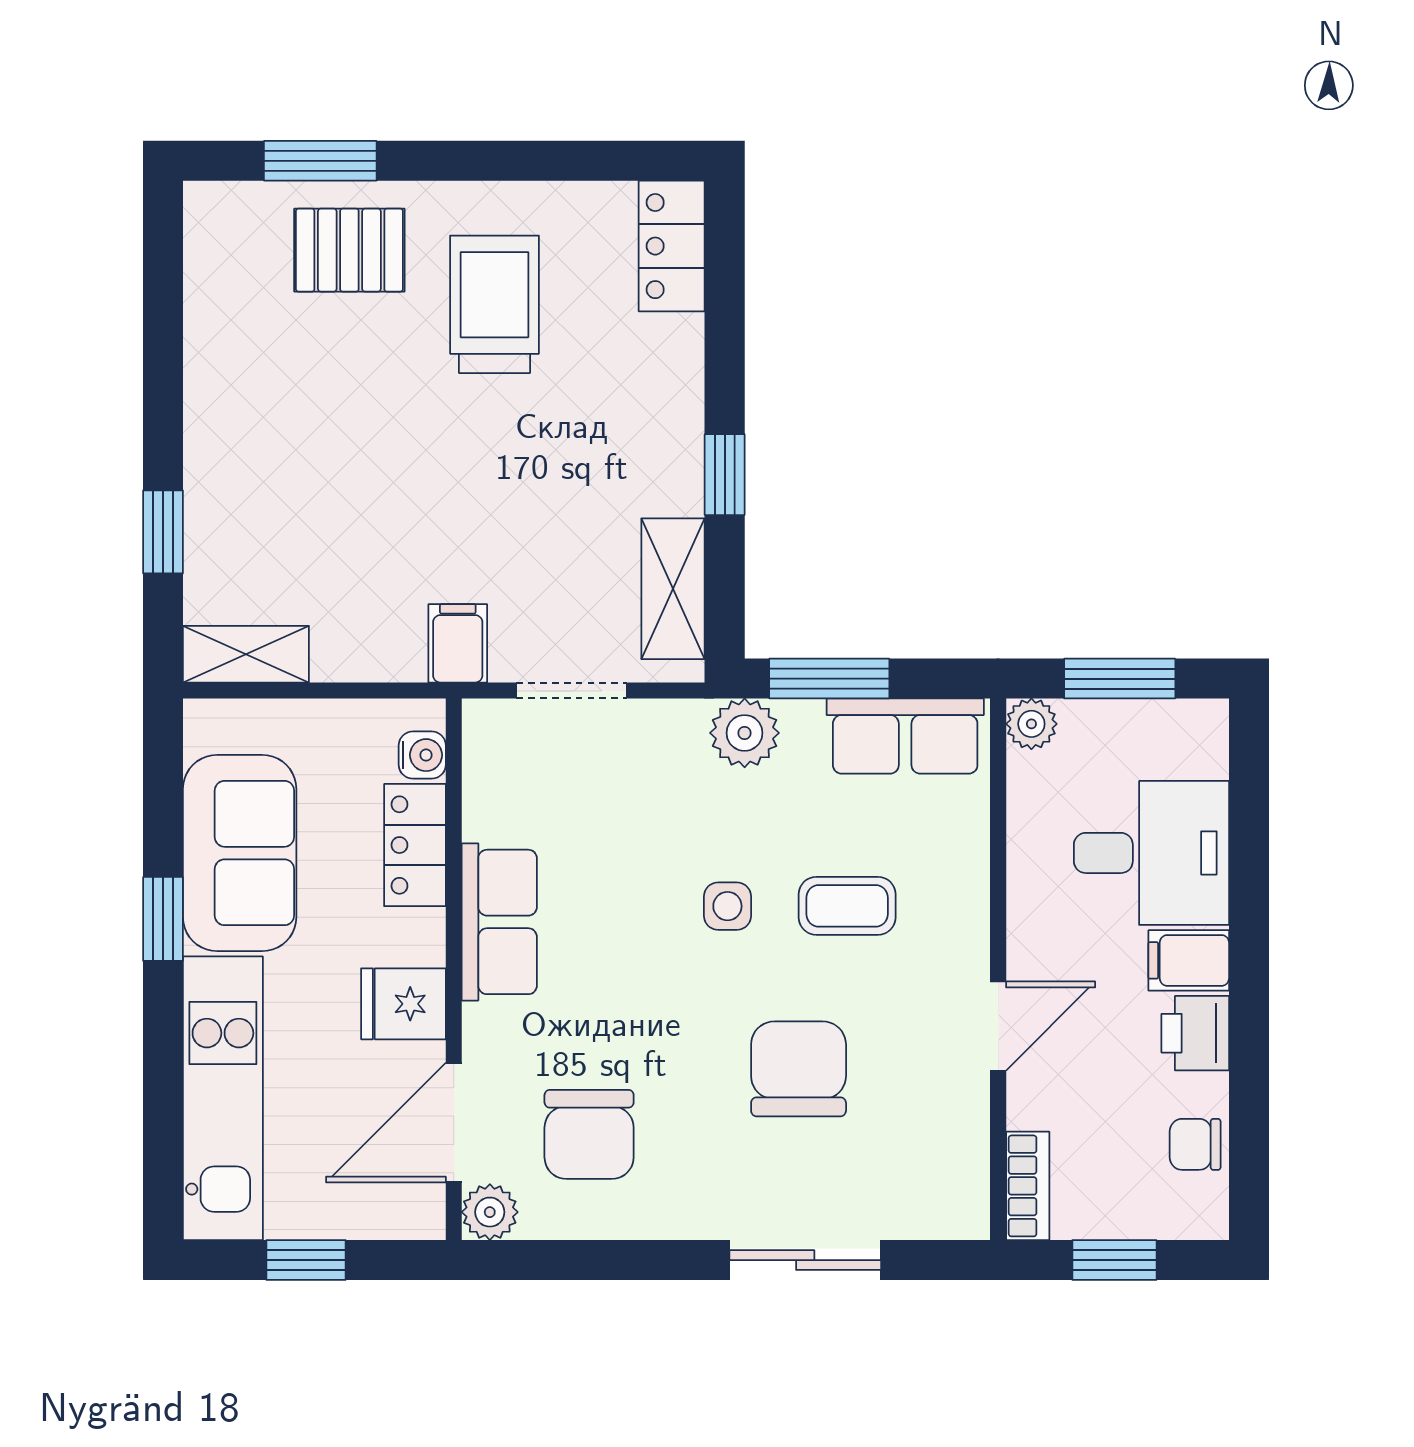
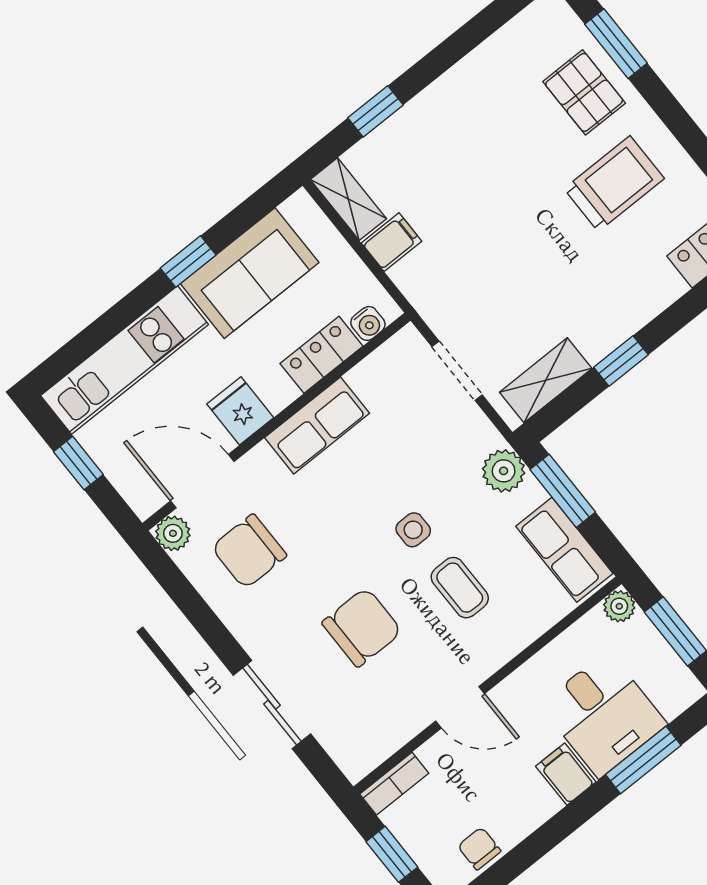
filing cabinet: (458, 643) -> (392, 242), moved
window: (1249, 849) -> (643, 760), added
printer: (1195, 1033) -> (533, 805), removed

